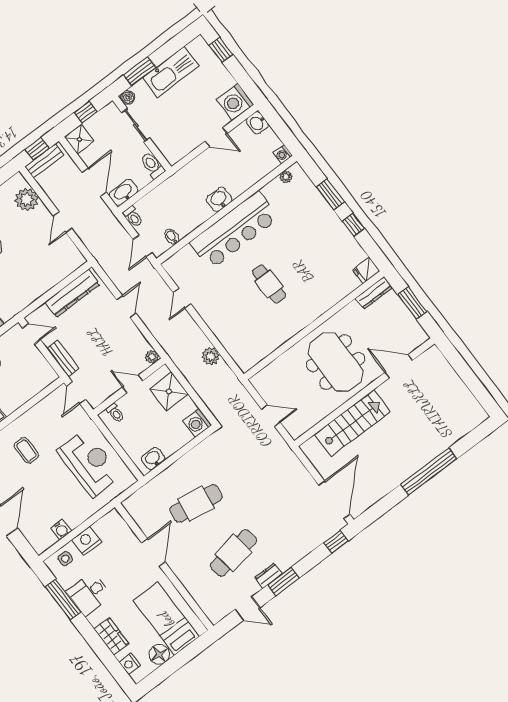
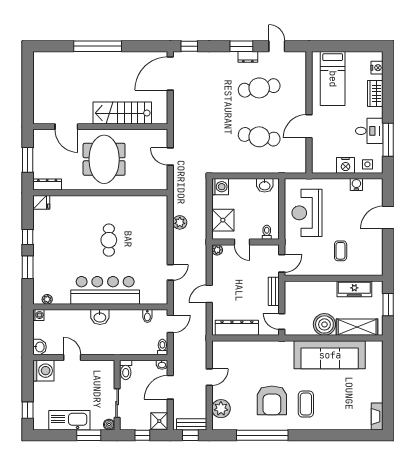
washbasin: (124, 193) -> (162, 365), width x0.52, depth x0.69
floor lamp: (159, 654) -> (354, 59), removed

